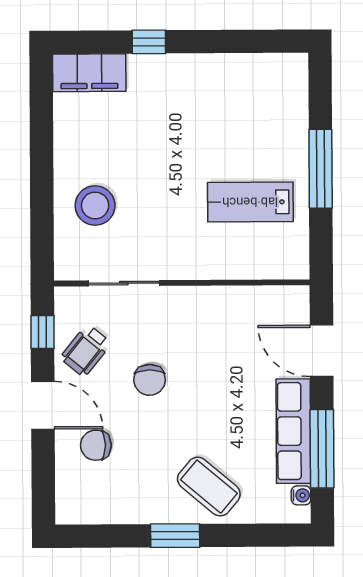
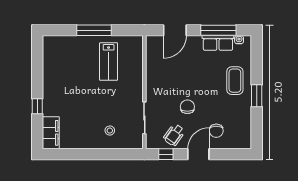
stool: (95, 205) -> (110, 131), width x0.53, depth x0.53
wheelchair: (86, 350) -> (174, 135), turned 87
chair: (150, 380) -> (187, 107), turned -90
row of seats: (293, 431) -> (218, 43), width x0.68
coffee table: (209, 487) -> (235, 81), turned -40

